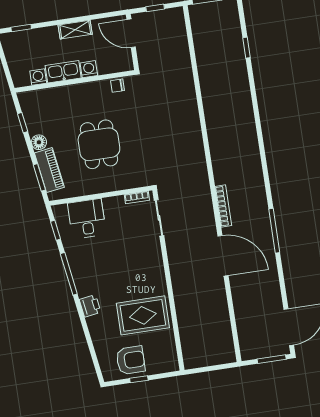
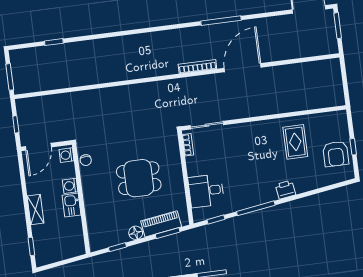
shelving: (75, 30) -> (35, 210), moved
kitchen sink: (63, 72) -> (72, 205), width x0.73
washing machine: (38, 77) -> (67, 155), moved
rug: (143, 315) -> (295, 142), width x0.73, depth x0.70
armchair: (131, 360) -> (336, 154), turned 180

